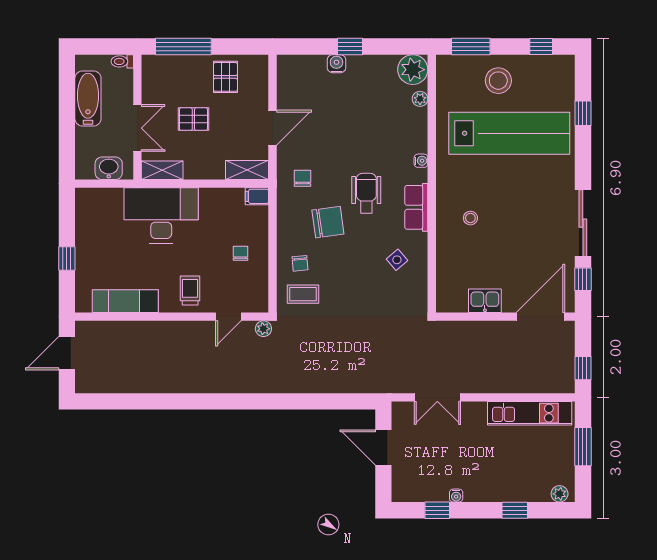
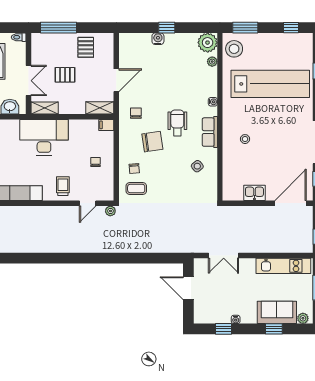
stool: (498, 81) -> (234, 49), moved
sofa: (520, 485) -> (277, 312), added

